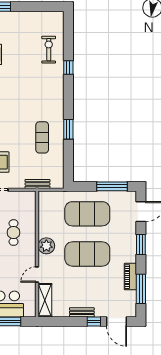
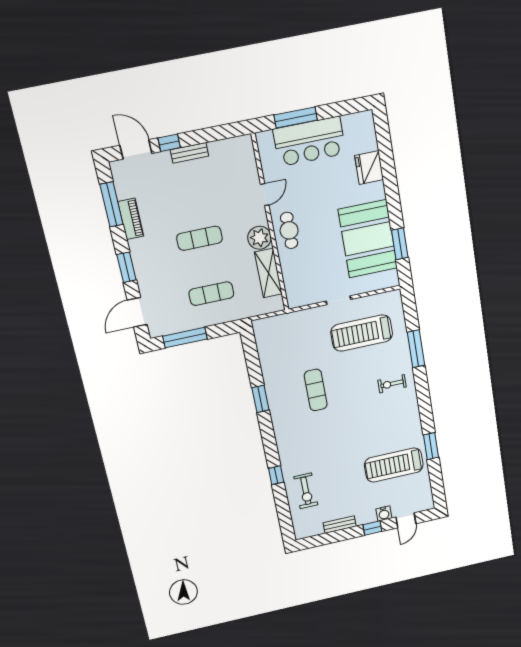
exercise mat: (42, 137) -> (316, 390), moved
bench: (37, 184) -> (340, 525), moved
exercise mat: (87, 214) -> (211, 294), width x0.50, depth x0.69
cafe table: (14, 233) -> (289, 230), moved
exercise mat: (87, 254) -> (199, 238), width x0.50, depth x0.69
shelving: (45, 300) -> (268, 273), moved

